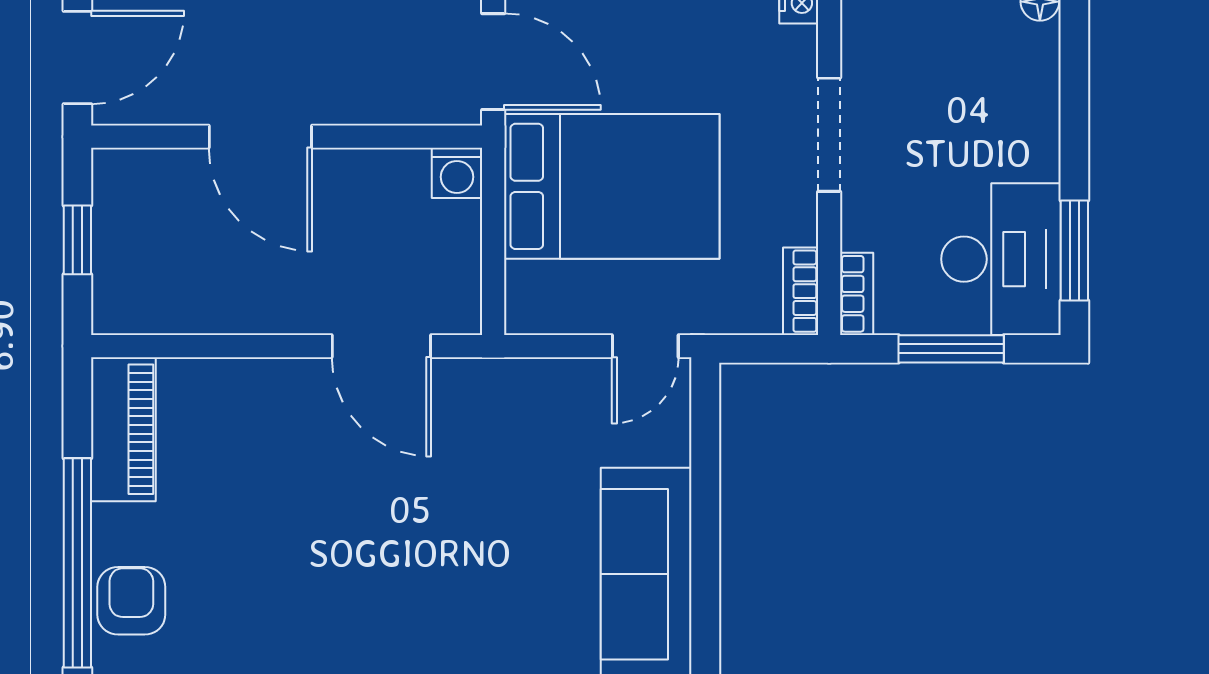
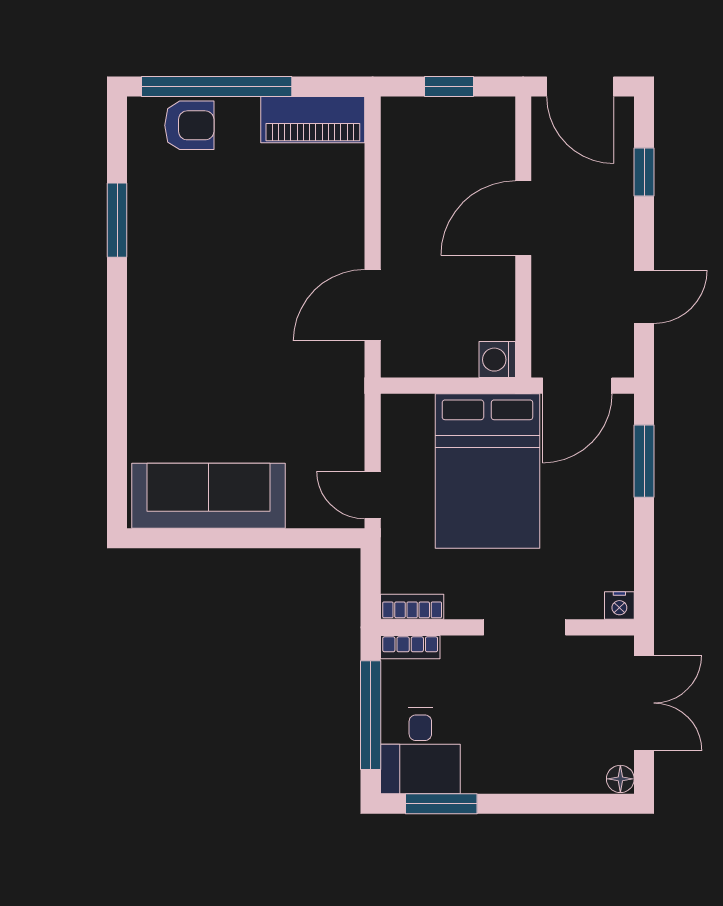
desk: (1001, 259) -> (420, 751), width x0.73
window: (951, 349) -> (371, 715), width x1.44

